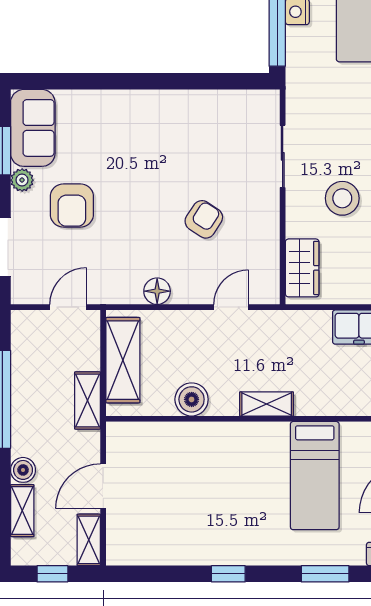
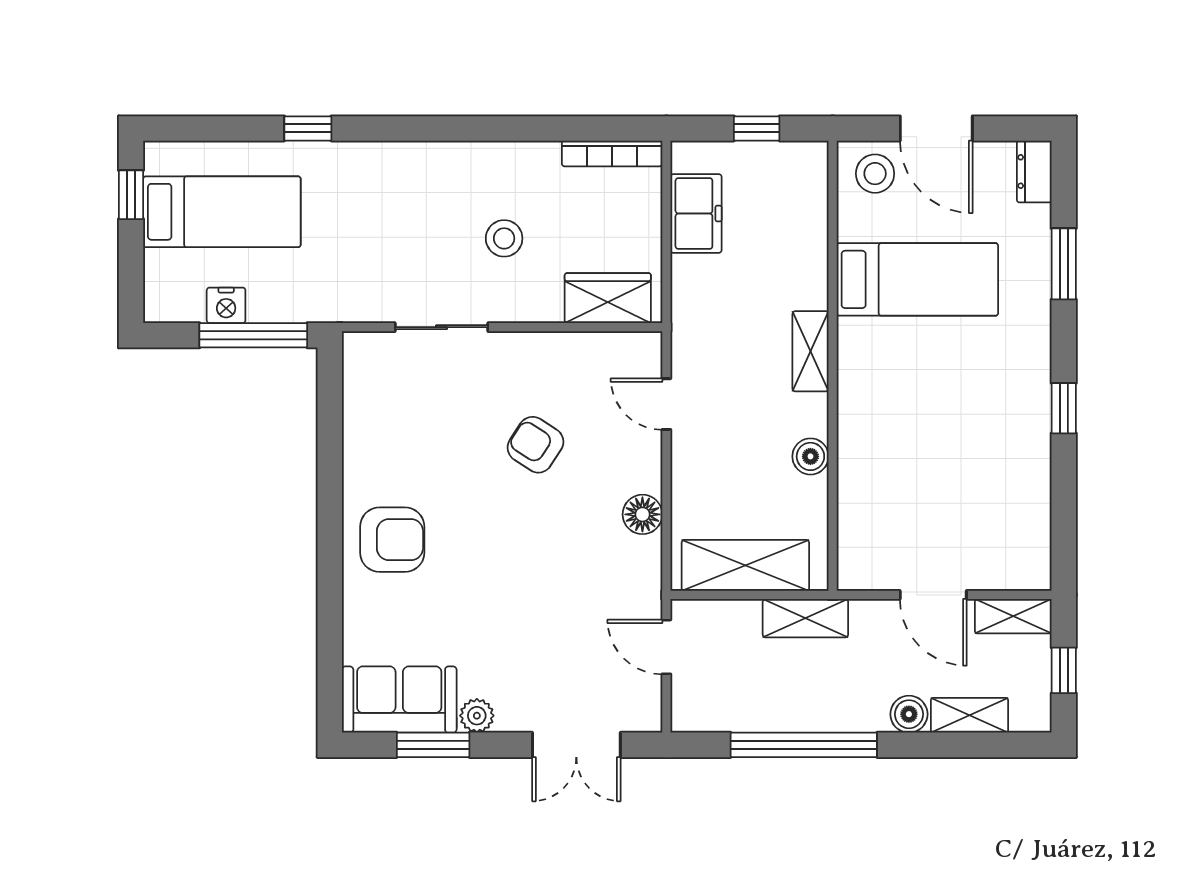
stool: (342, 198) -> (504, 238), width x0.73, depth x0.73
armchair: (72, 205) -> (392, 540), moved
boiler: (192, 399) -> (810, 456), width x0.73, depth x0.73

